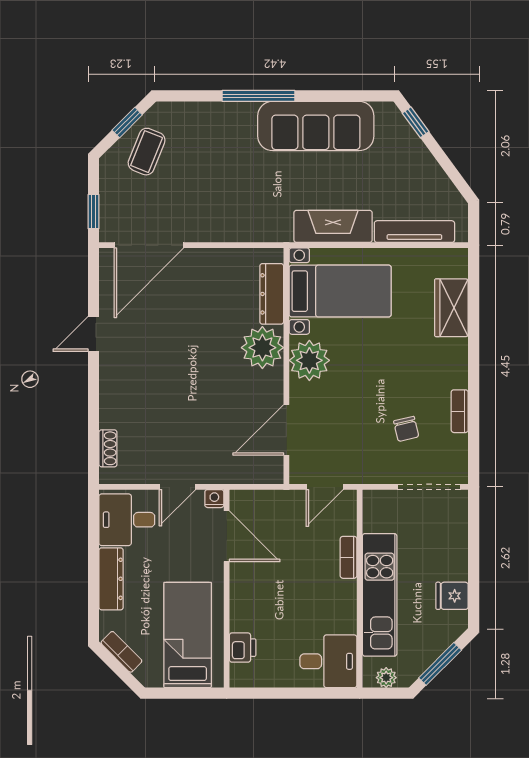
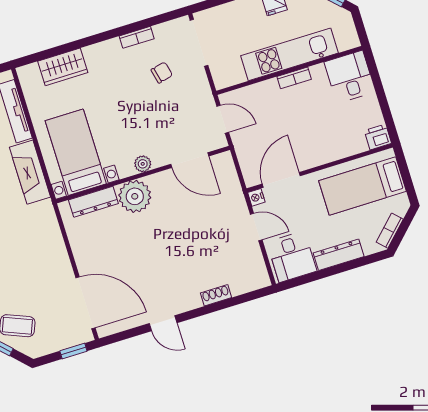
plant: (309, 360) -> (143, 164), width x0.53, depth x0.53
shoe rack: (108, 448) -> (216, 295), moved
bookcase: (349, 557) -> (294, 78), moved
printer: (243, 648) -> (378, 137), moved
plant: (386, 678) -> (349, 31), removed

